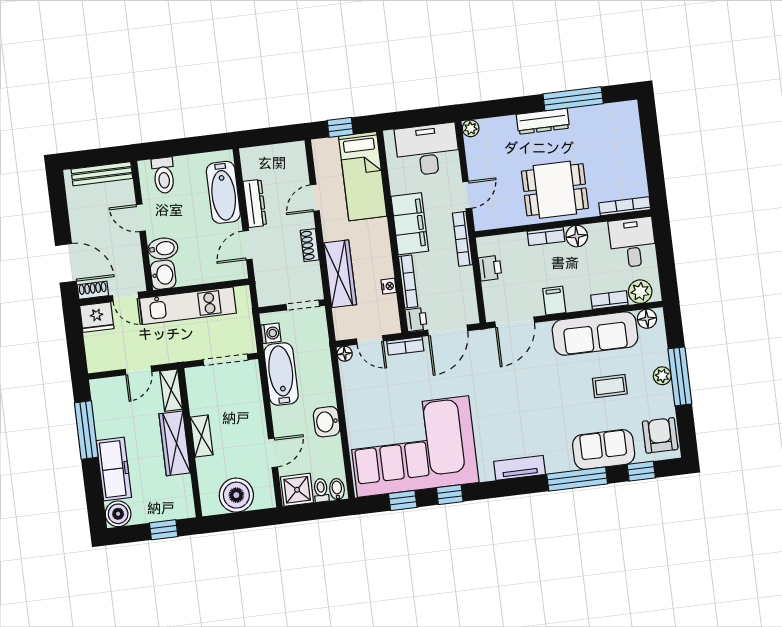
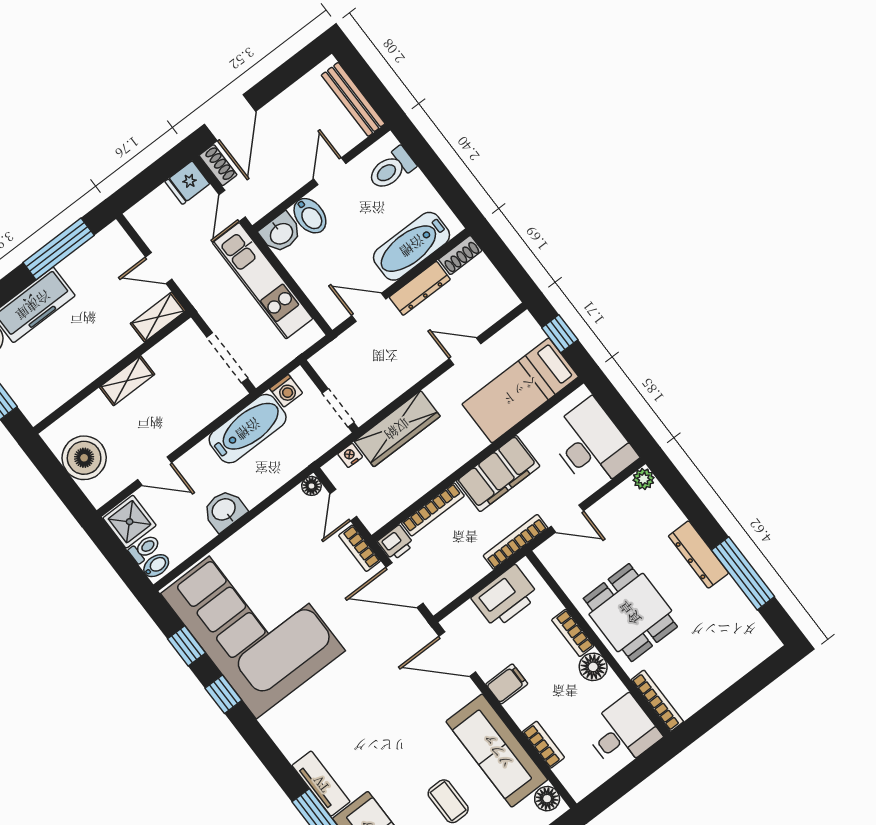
shoe rack: (310, 245) -> (460, 255), moved, turned 180
printer: (490, 268) -> (505, 597), width x1.87, depth x1.48
nightstand: (389, 286) -> (350, 455), moved, turned 180
plant: (640, 292) -> (573, 773), removed
fridge: (97, 317) -> (187, 183), width x0.72
wardrobe: (175, 443) -> (101, 356), removed
tv unit: (520, 468) -> (321, 784), moved

